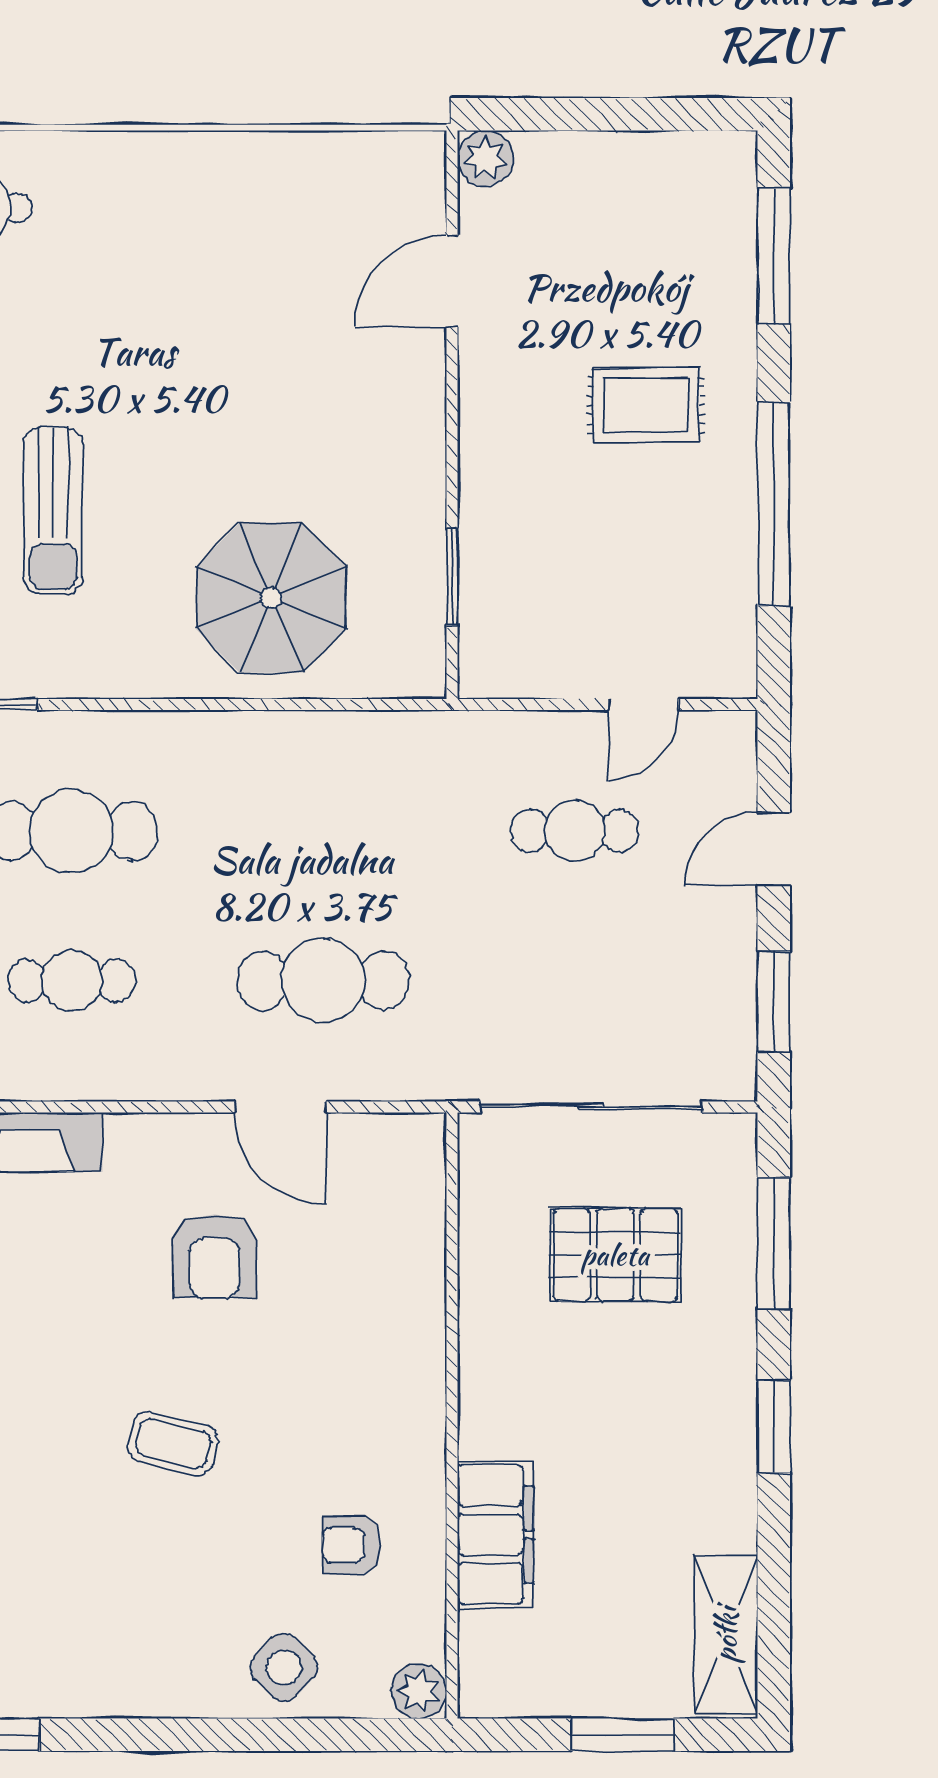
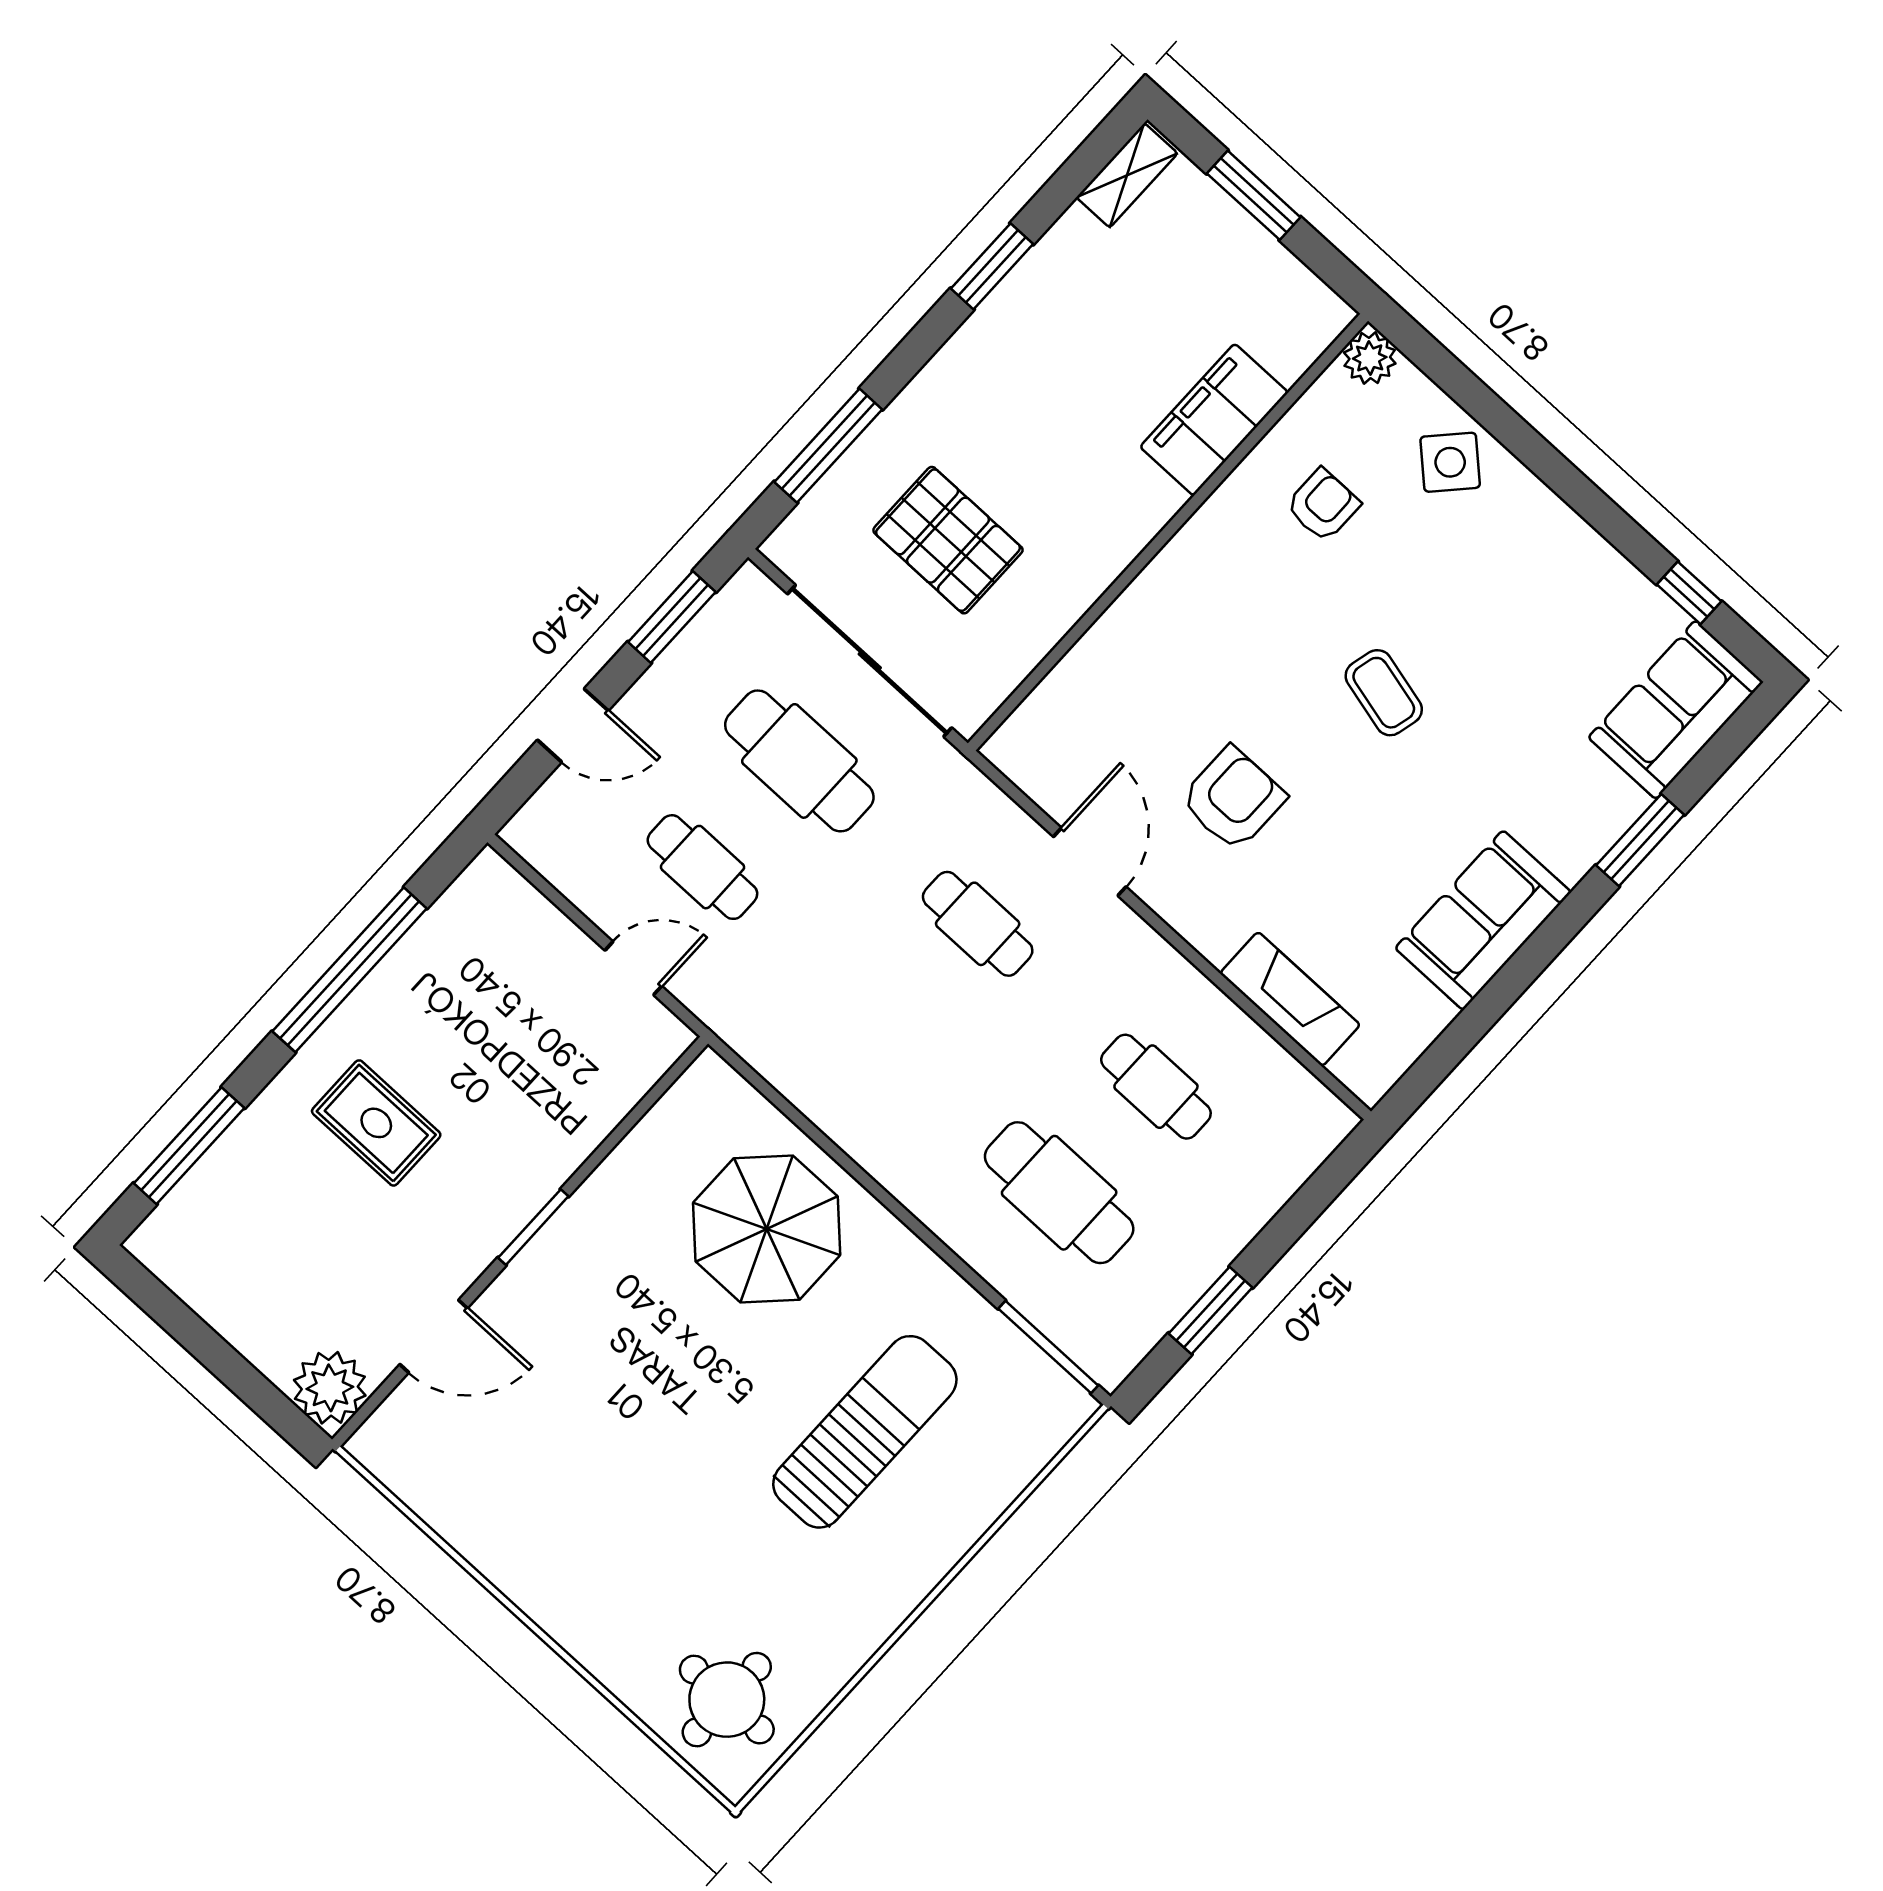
plant: (485, 158) -> (330, 1388), width x1.36, depth x1.36
sun lounger: (53, 511) -> (865, 1432), width x1.36, depth x1.34
window: (452, 576) -> (533, 1227), moved
door: (643, 704) -> (633, 968), moved
cafe table: (323, 981) -> (978, 924), width x0.73, depth x0.74
cafe table: (575, 981) -> (799, 761), added
window: (774, 1427) -> (992, 266), moved
armchair: (352, 1545) -> (1323, 505), turned -90
shelving: (726, 1635) -> (1127, 175), width x0.67, depth x0.75

